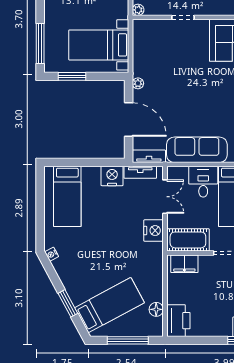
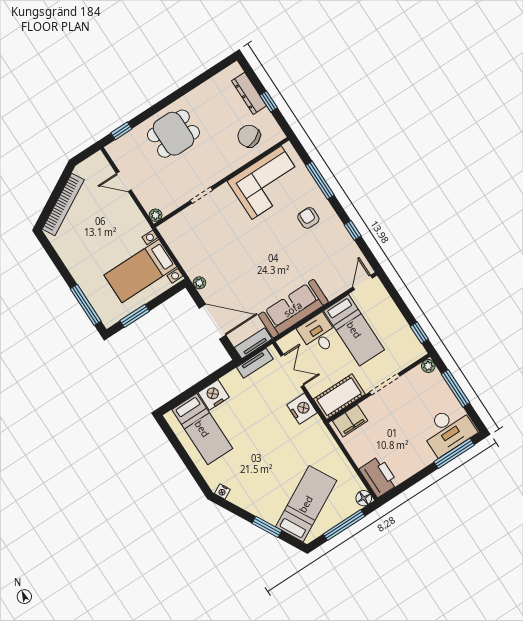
nightstand: (112, 176) -> (214, 395), moved
floor lamp: (156, 309) -> (364, 498), moved

